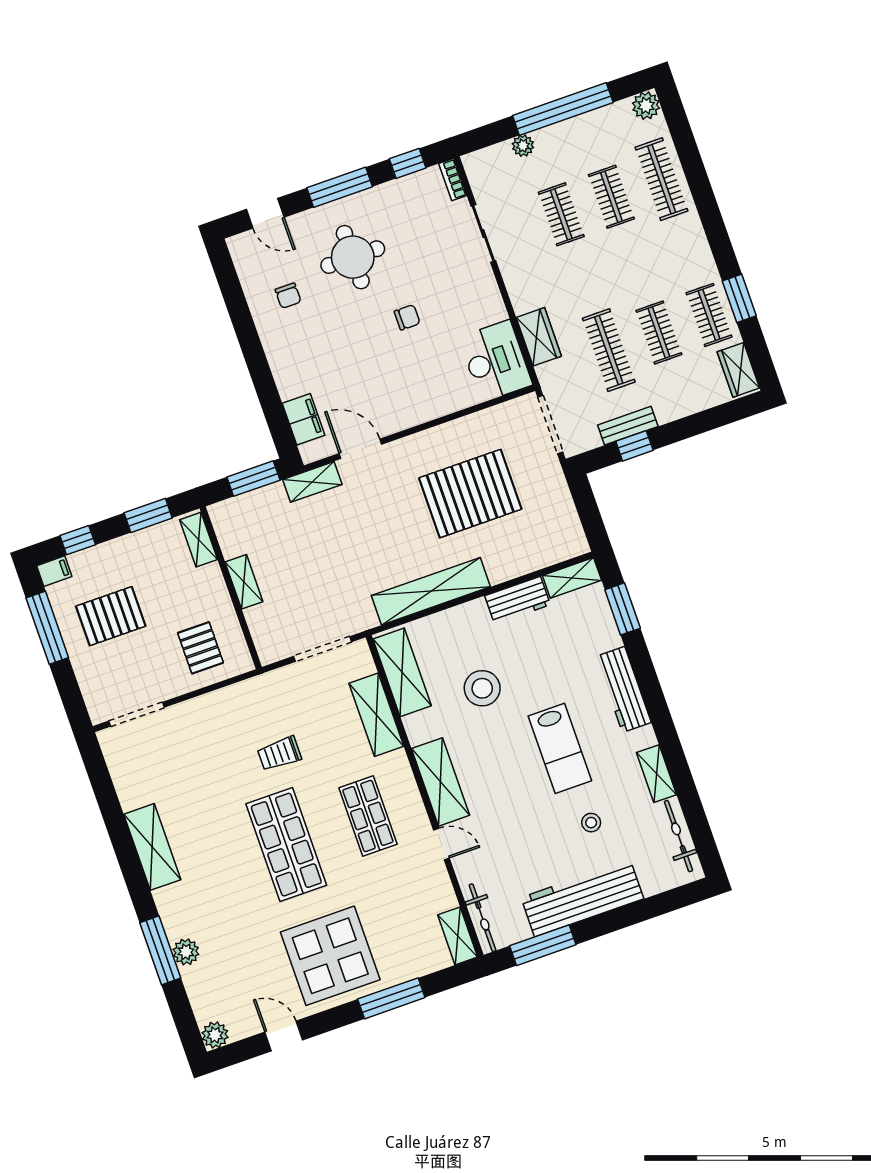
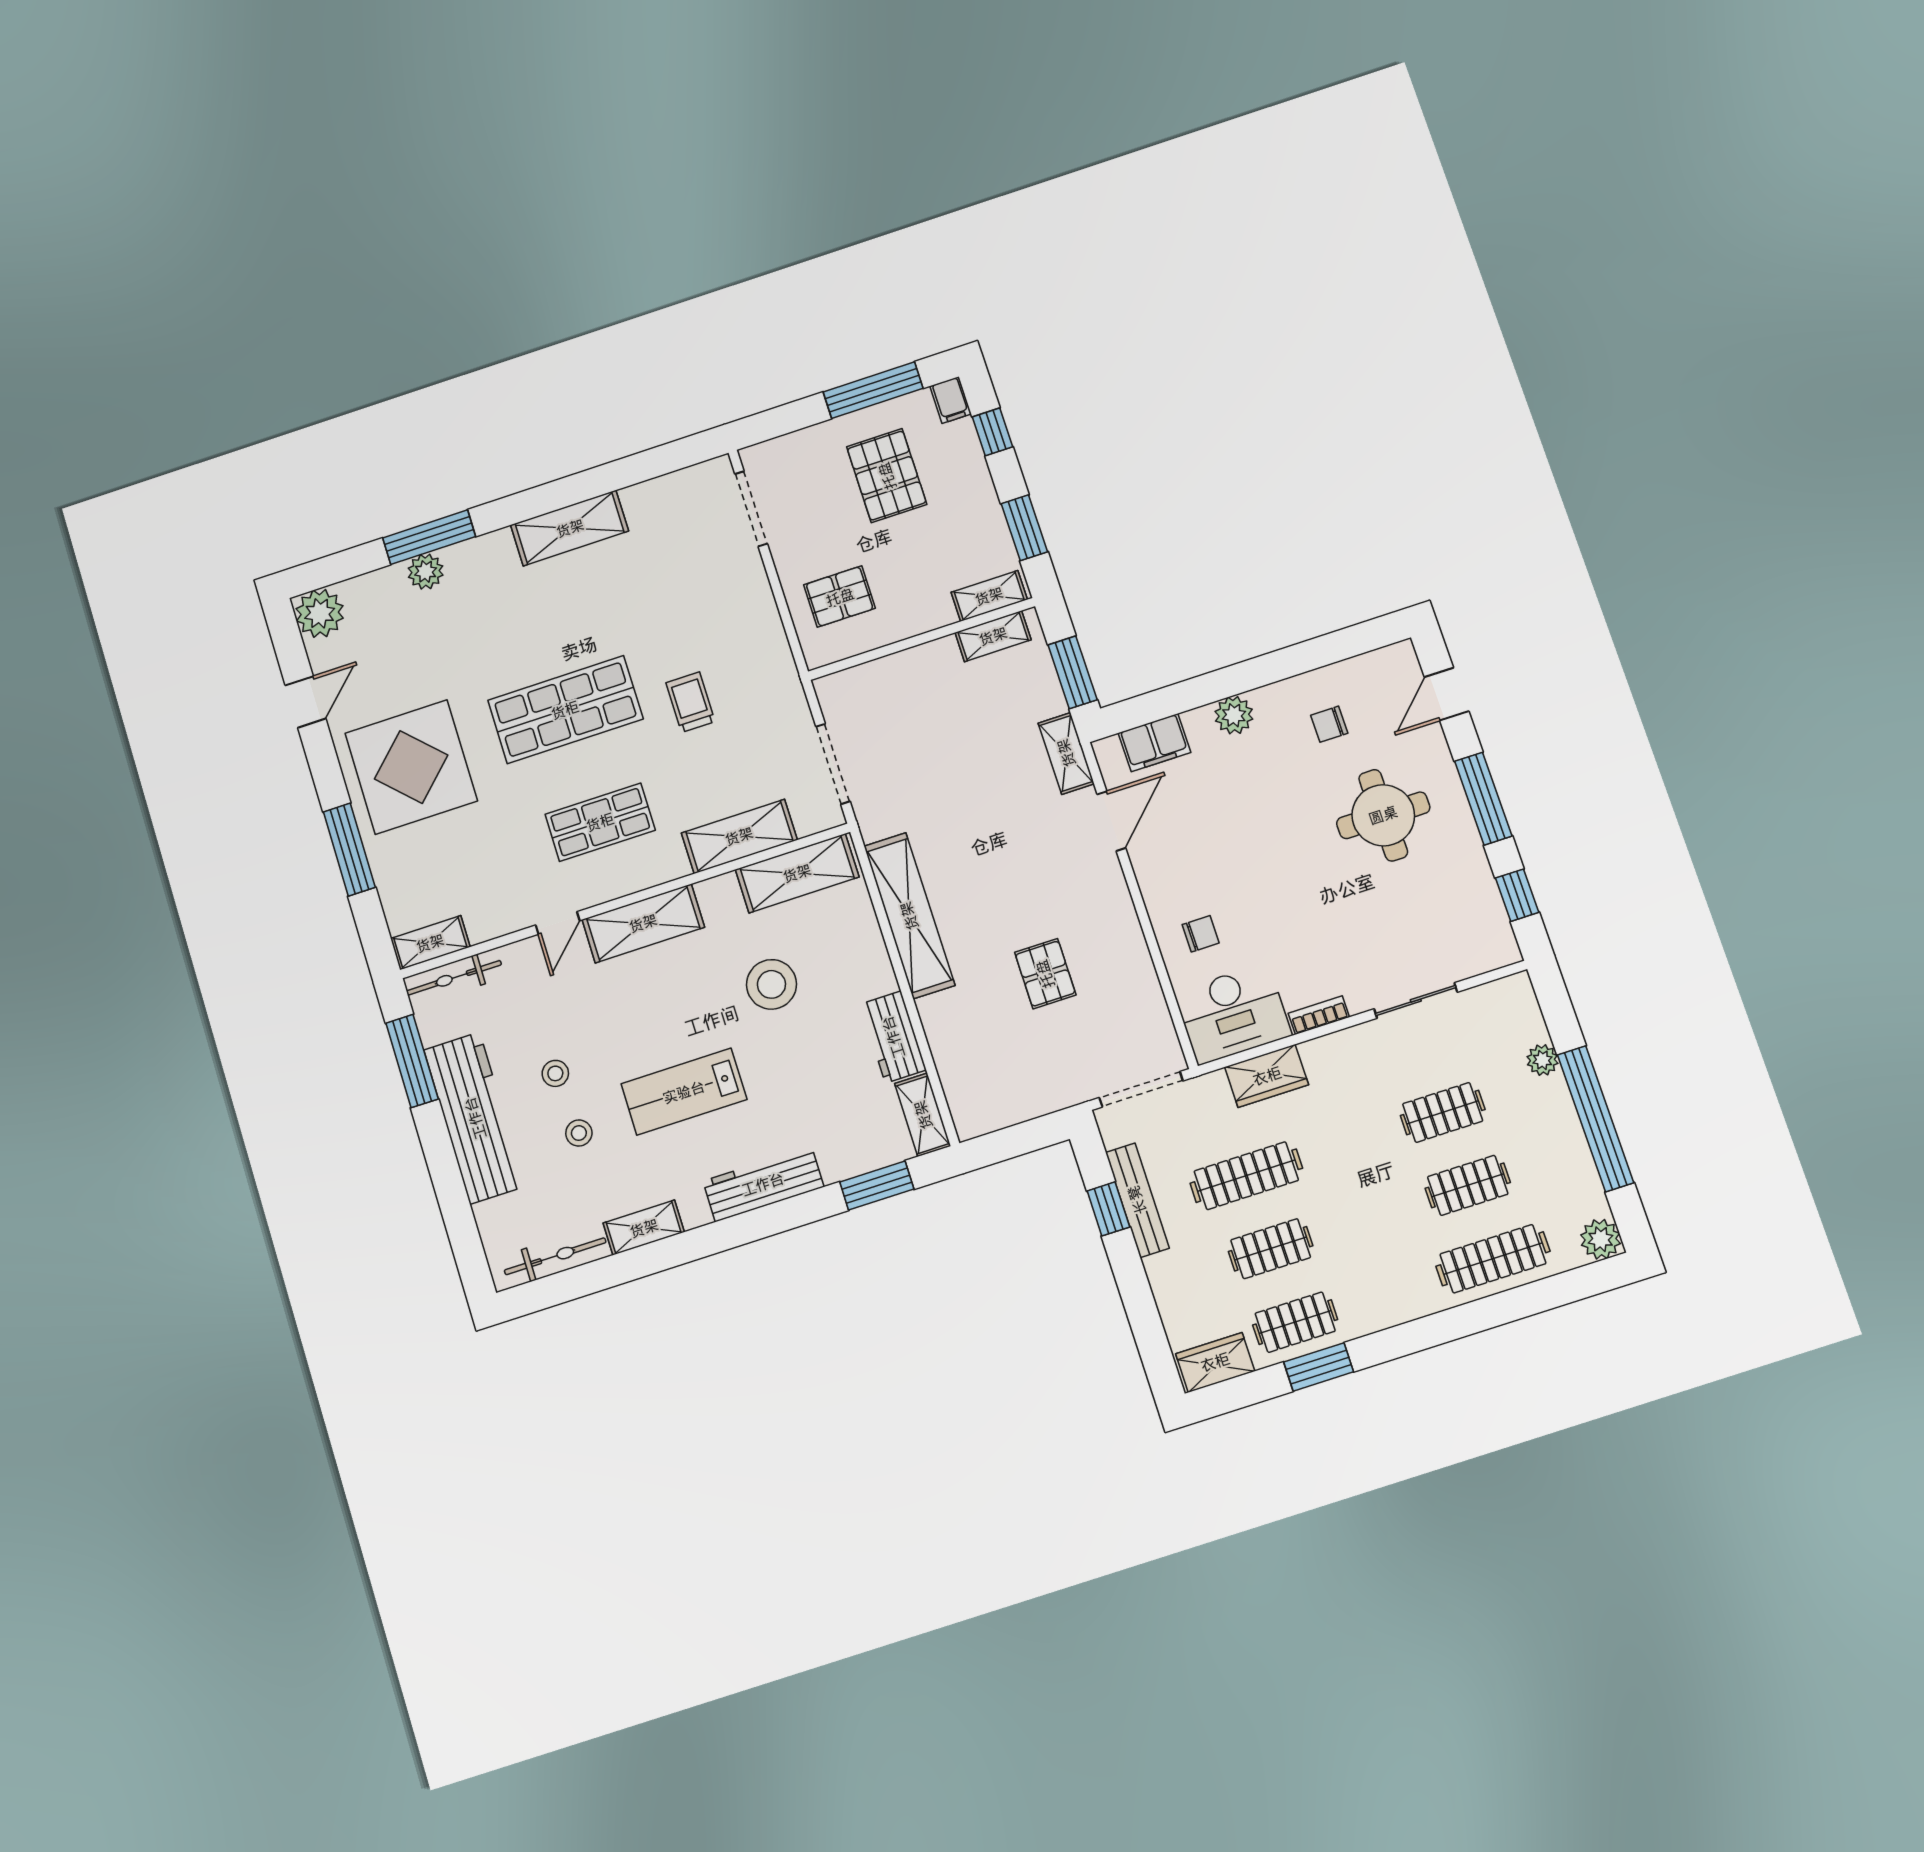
bookcase: (453, 180) -> (1319, 1015), moved
chair: (407, 317) -> (1201, 934), moved, turned -90
plant: (283, 363) -> (1234, 715), added
bench: (628, 426) -> (1137, 1200), width x1.36
pallet: (470, 494) -> (1045, 974), width x0.49, depth x0.50
shelving: (244, 582) -> (993, 636), moved
stool: (549, 841) -> (555, 1073), added
plant: (215, 1035) -> (320, 613), width x1.36, depth x1.36

